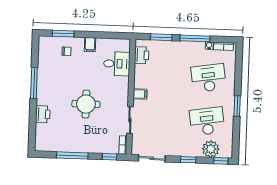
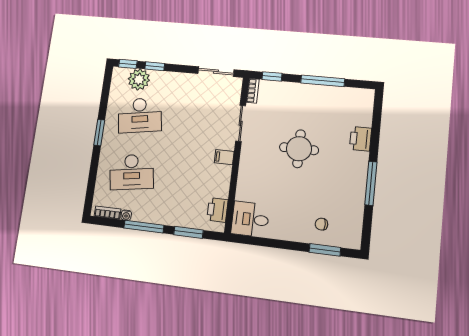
filing cabinet: (90, 45) -> (288, 231), removed
desk: (117, 64) -> (250, 219), moved
window: (188, 160) -> (155, 66), moved

